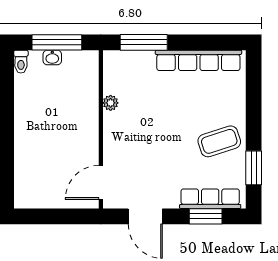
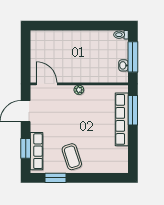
washbasin: (52, 58) -> (123, 65), moved
row of seats: (198, 60) -> (122, 119), moved
plant: (111, 103) -> (79, 90), moved

